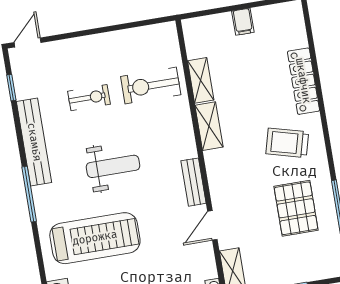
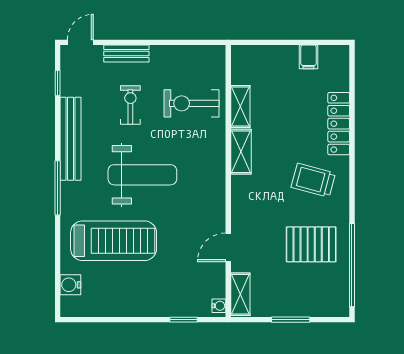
filing cabinet: (243, 22) -> (309, 57), moved
exercise bike: (89, 98) -> (130, 105), turned -90
weight bench: (113, 166) -> (142, 175), width x1.36, depth x1.33
bench: (194, 182) -> (126, 53), moved, turned 90
pallet: (296, 208) -> (311, 244), turned 90

